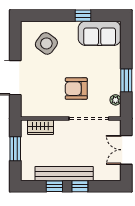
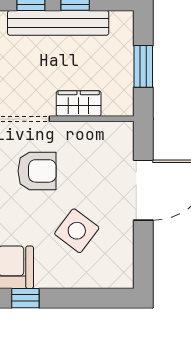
side table: (46, 43) -> (77, 231), moved
wardrobe: (41, 127) -> (79, 104), moved

